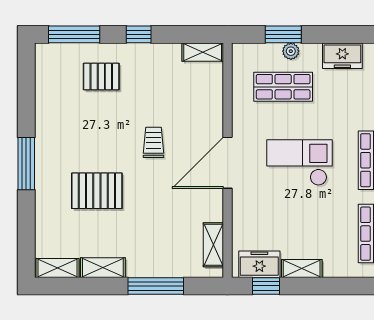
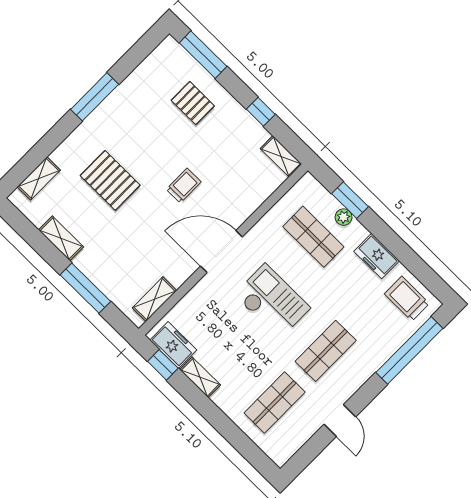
window: (139, 34) -> (261, 112), moved
window: (26, 164) -> (95, 97), moved
shelving: (57, 268) -> (39, 178), moved, turned 90

